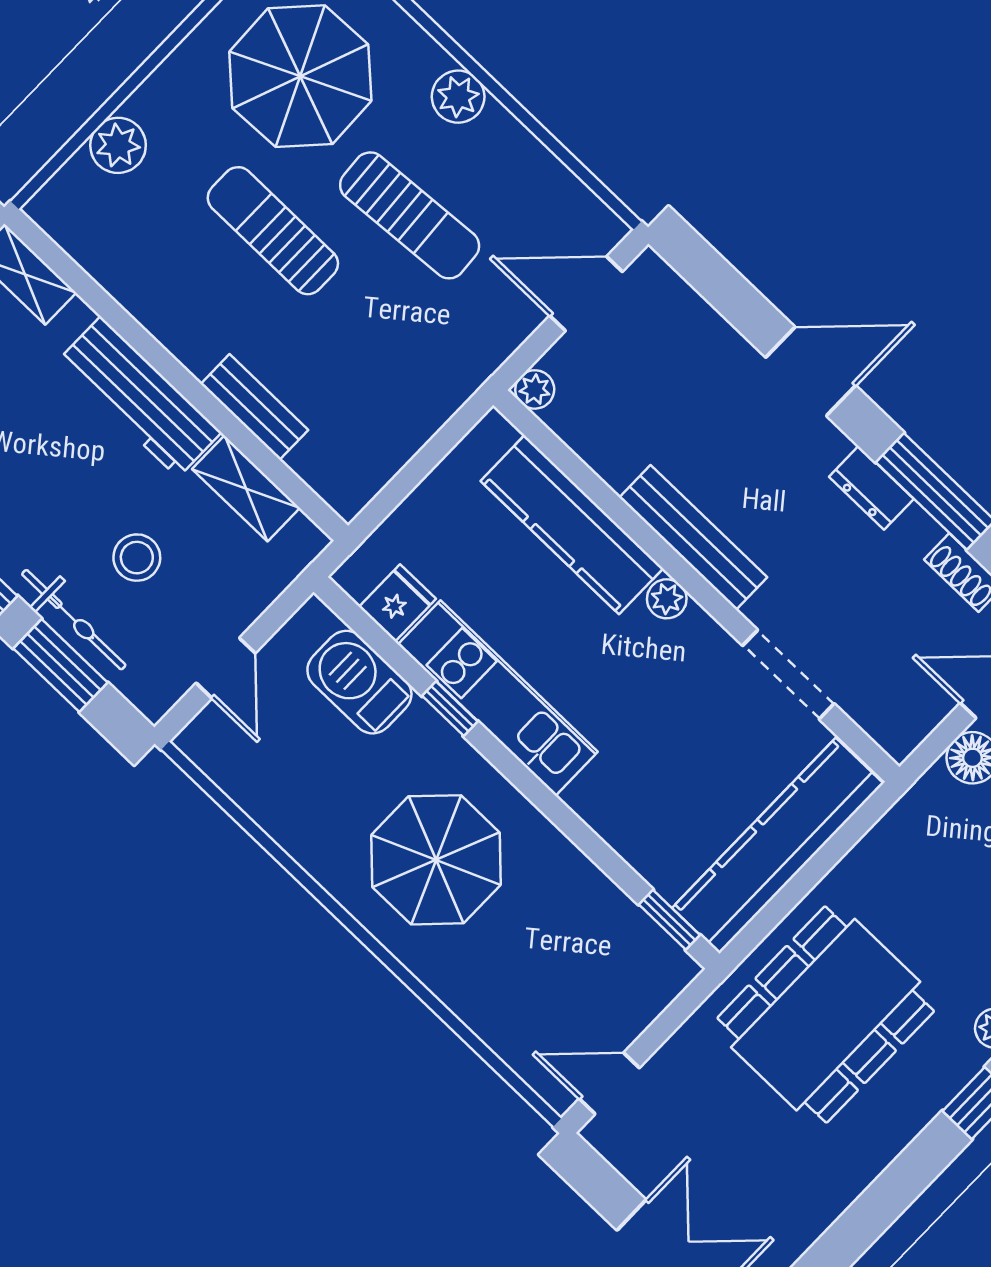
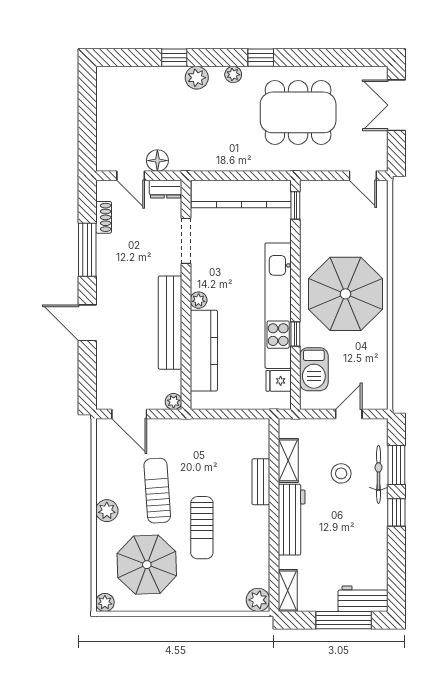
plant: (118, 145) -> (258, 600), moved
dresser: (871, 488) -> (166, 189), moved, turned 90
bench: (693, 537) -> (170, 323), width x1.37, depth x1.21
kitchen unit: (498, 698) -> (278, 306), width x1.36
parasol: (436, 860) -> (346, 294), width x1.36, depth x1.36
dining table: (826, 1015) -> (298, 112), moved

